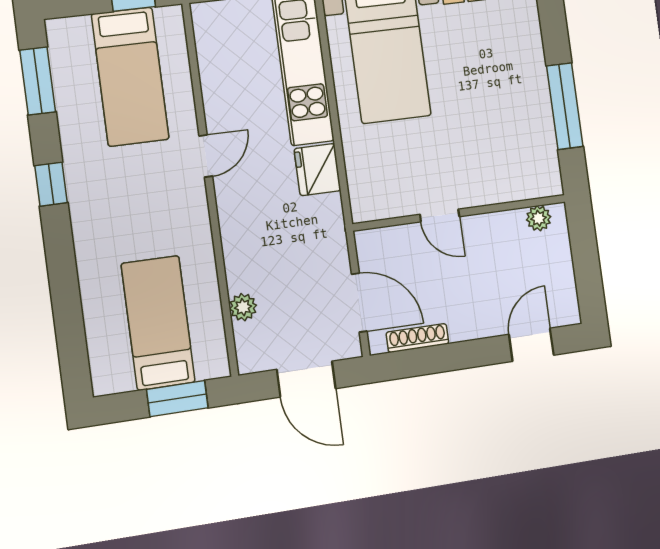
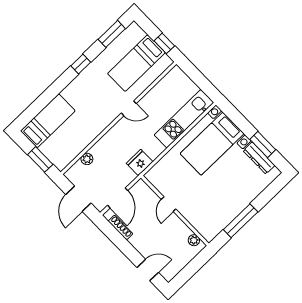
fridge: (318, 170) -> (140, 162), moved
bed: (158, 323) -> (48, 121), moved

